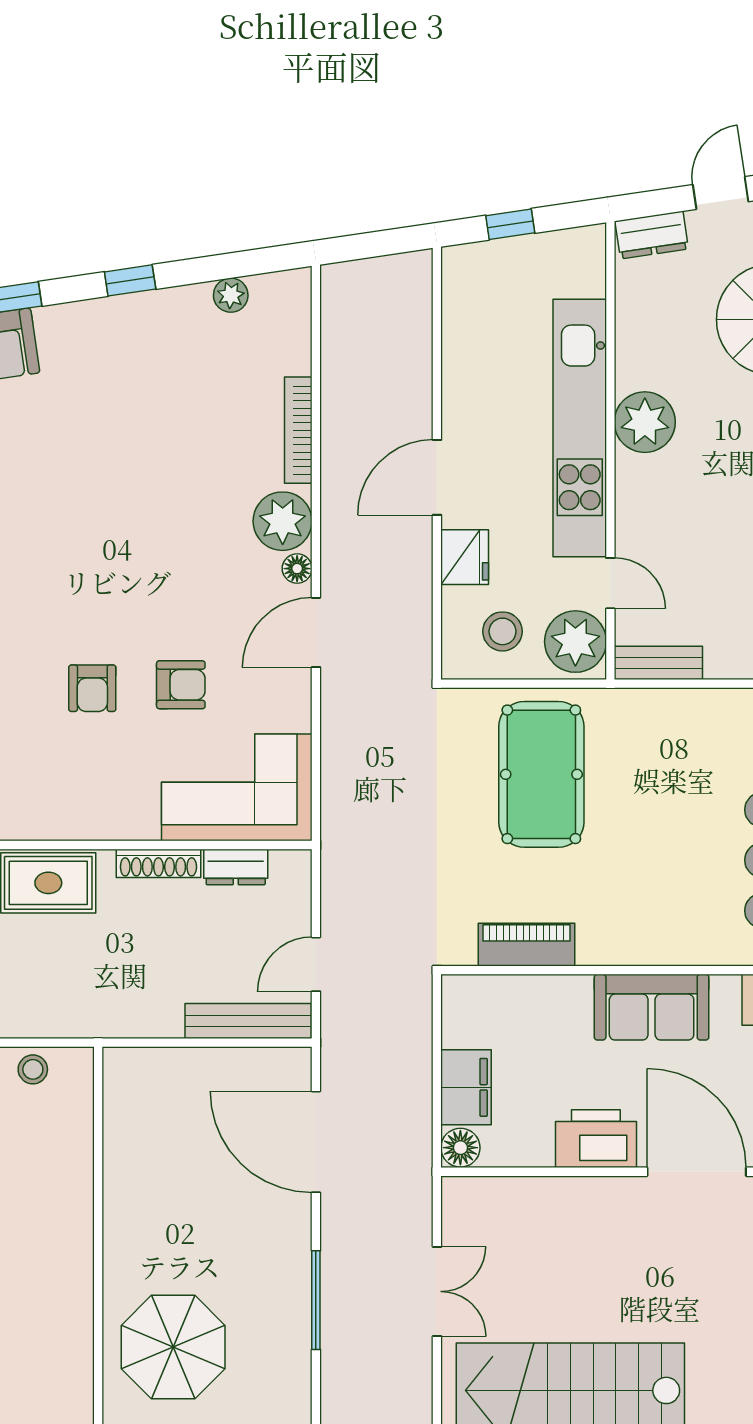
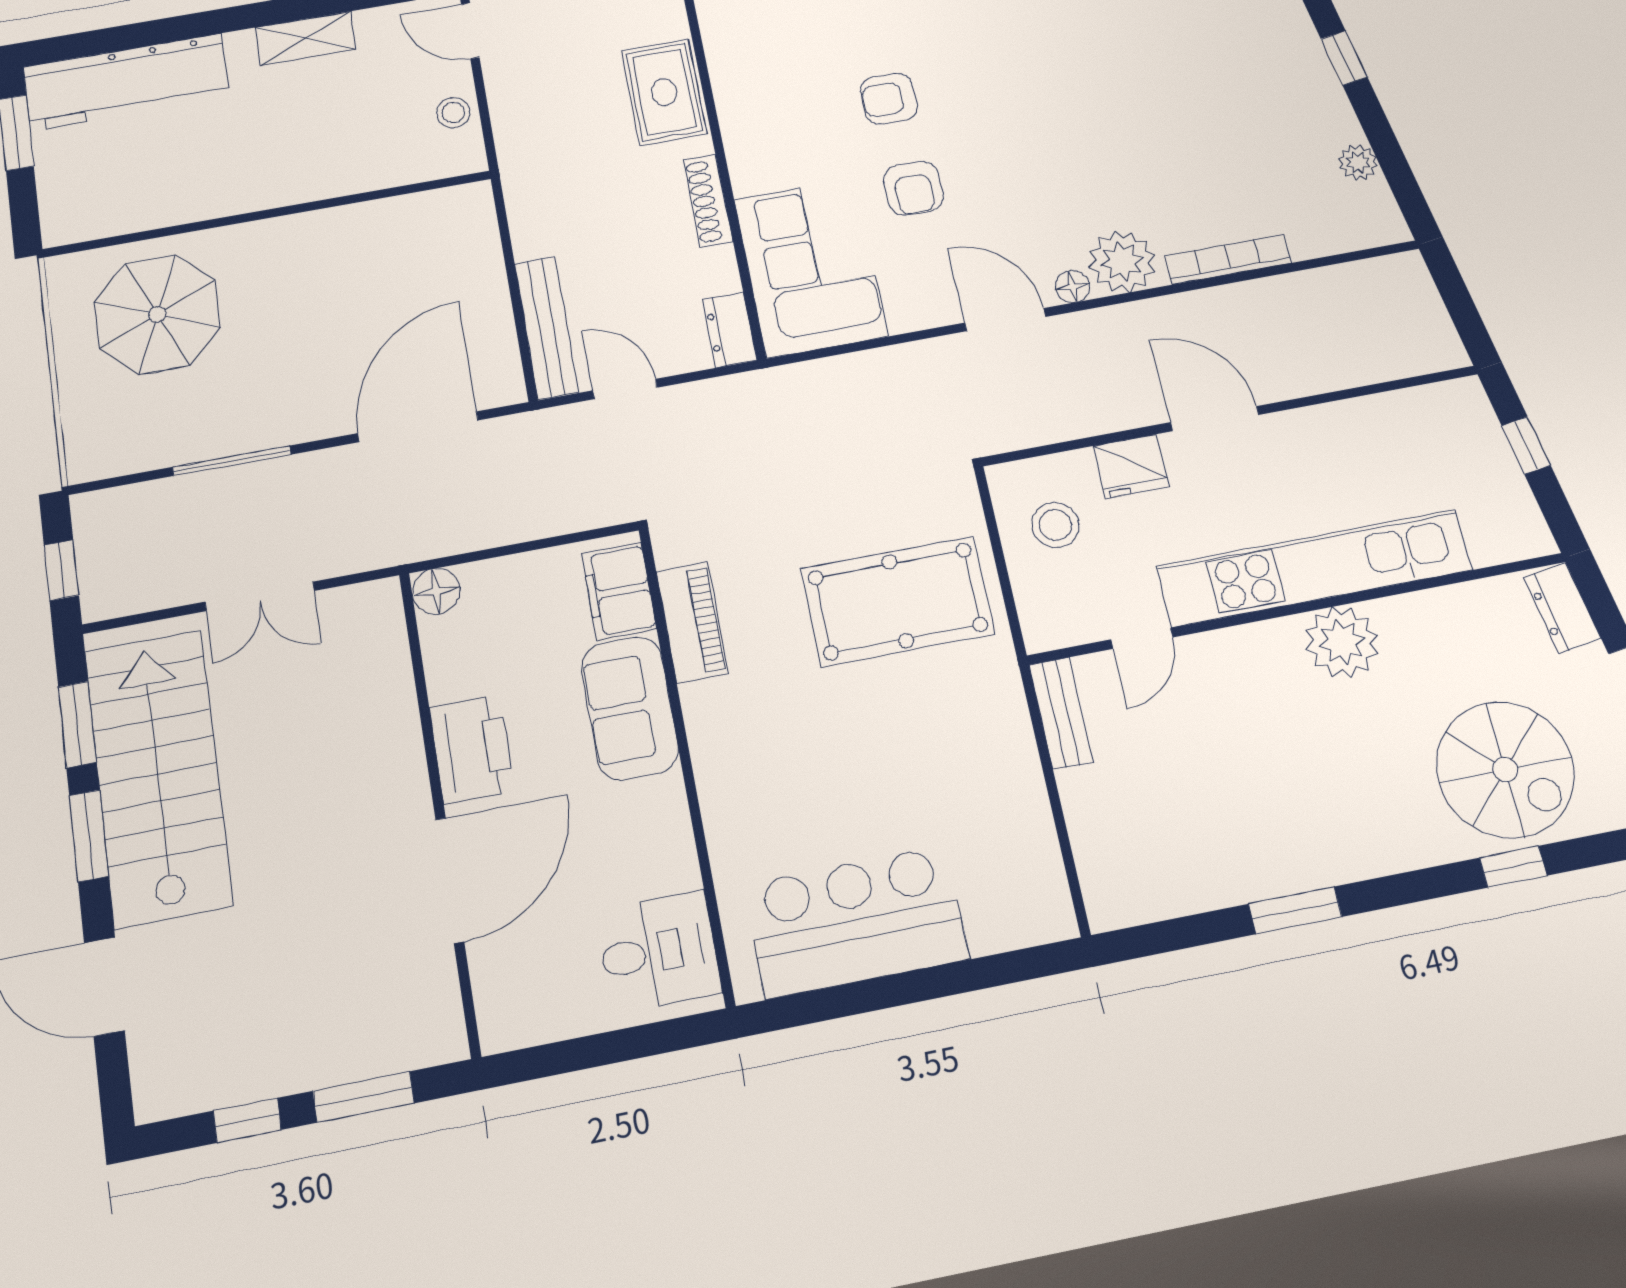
plant: (575, 642) -> (1063, 611), removed
dresser: (236, 867) -> (730, 330), moved
sofa: (652, 1007) -> (630, 708), moved
filing cabinet: (466, 1087) -> (619, 591), moved, turned 90

